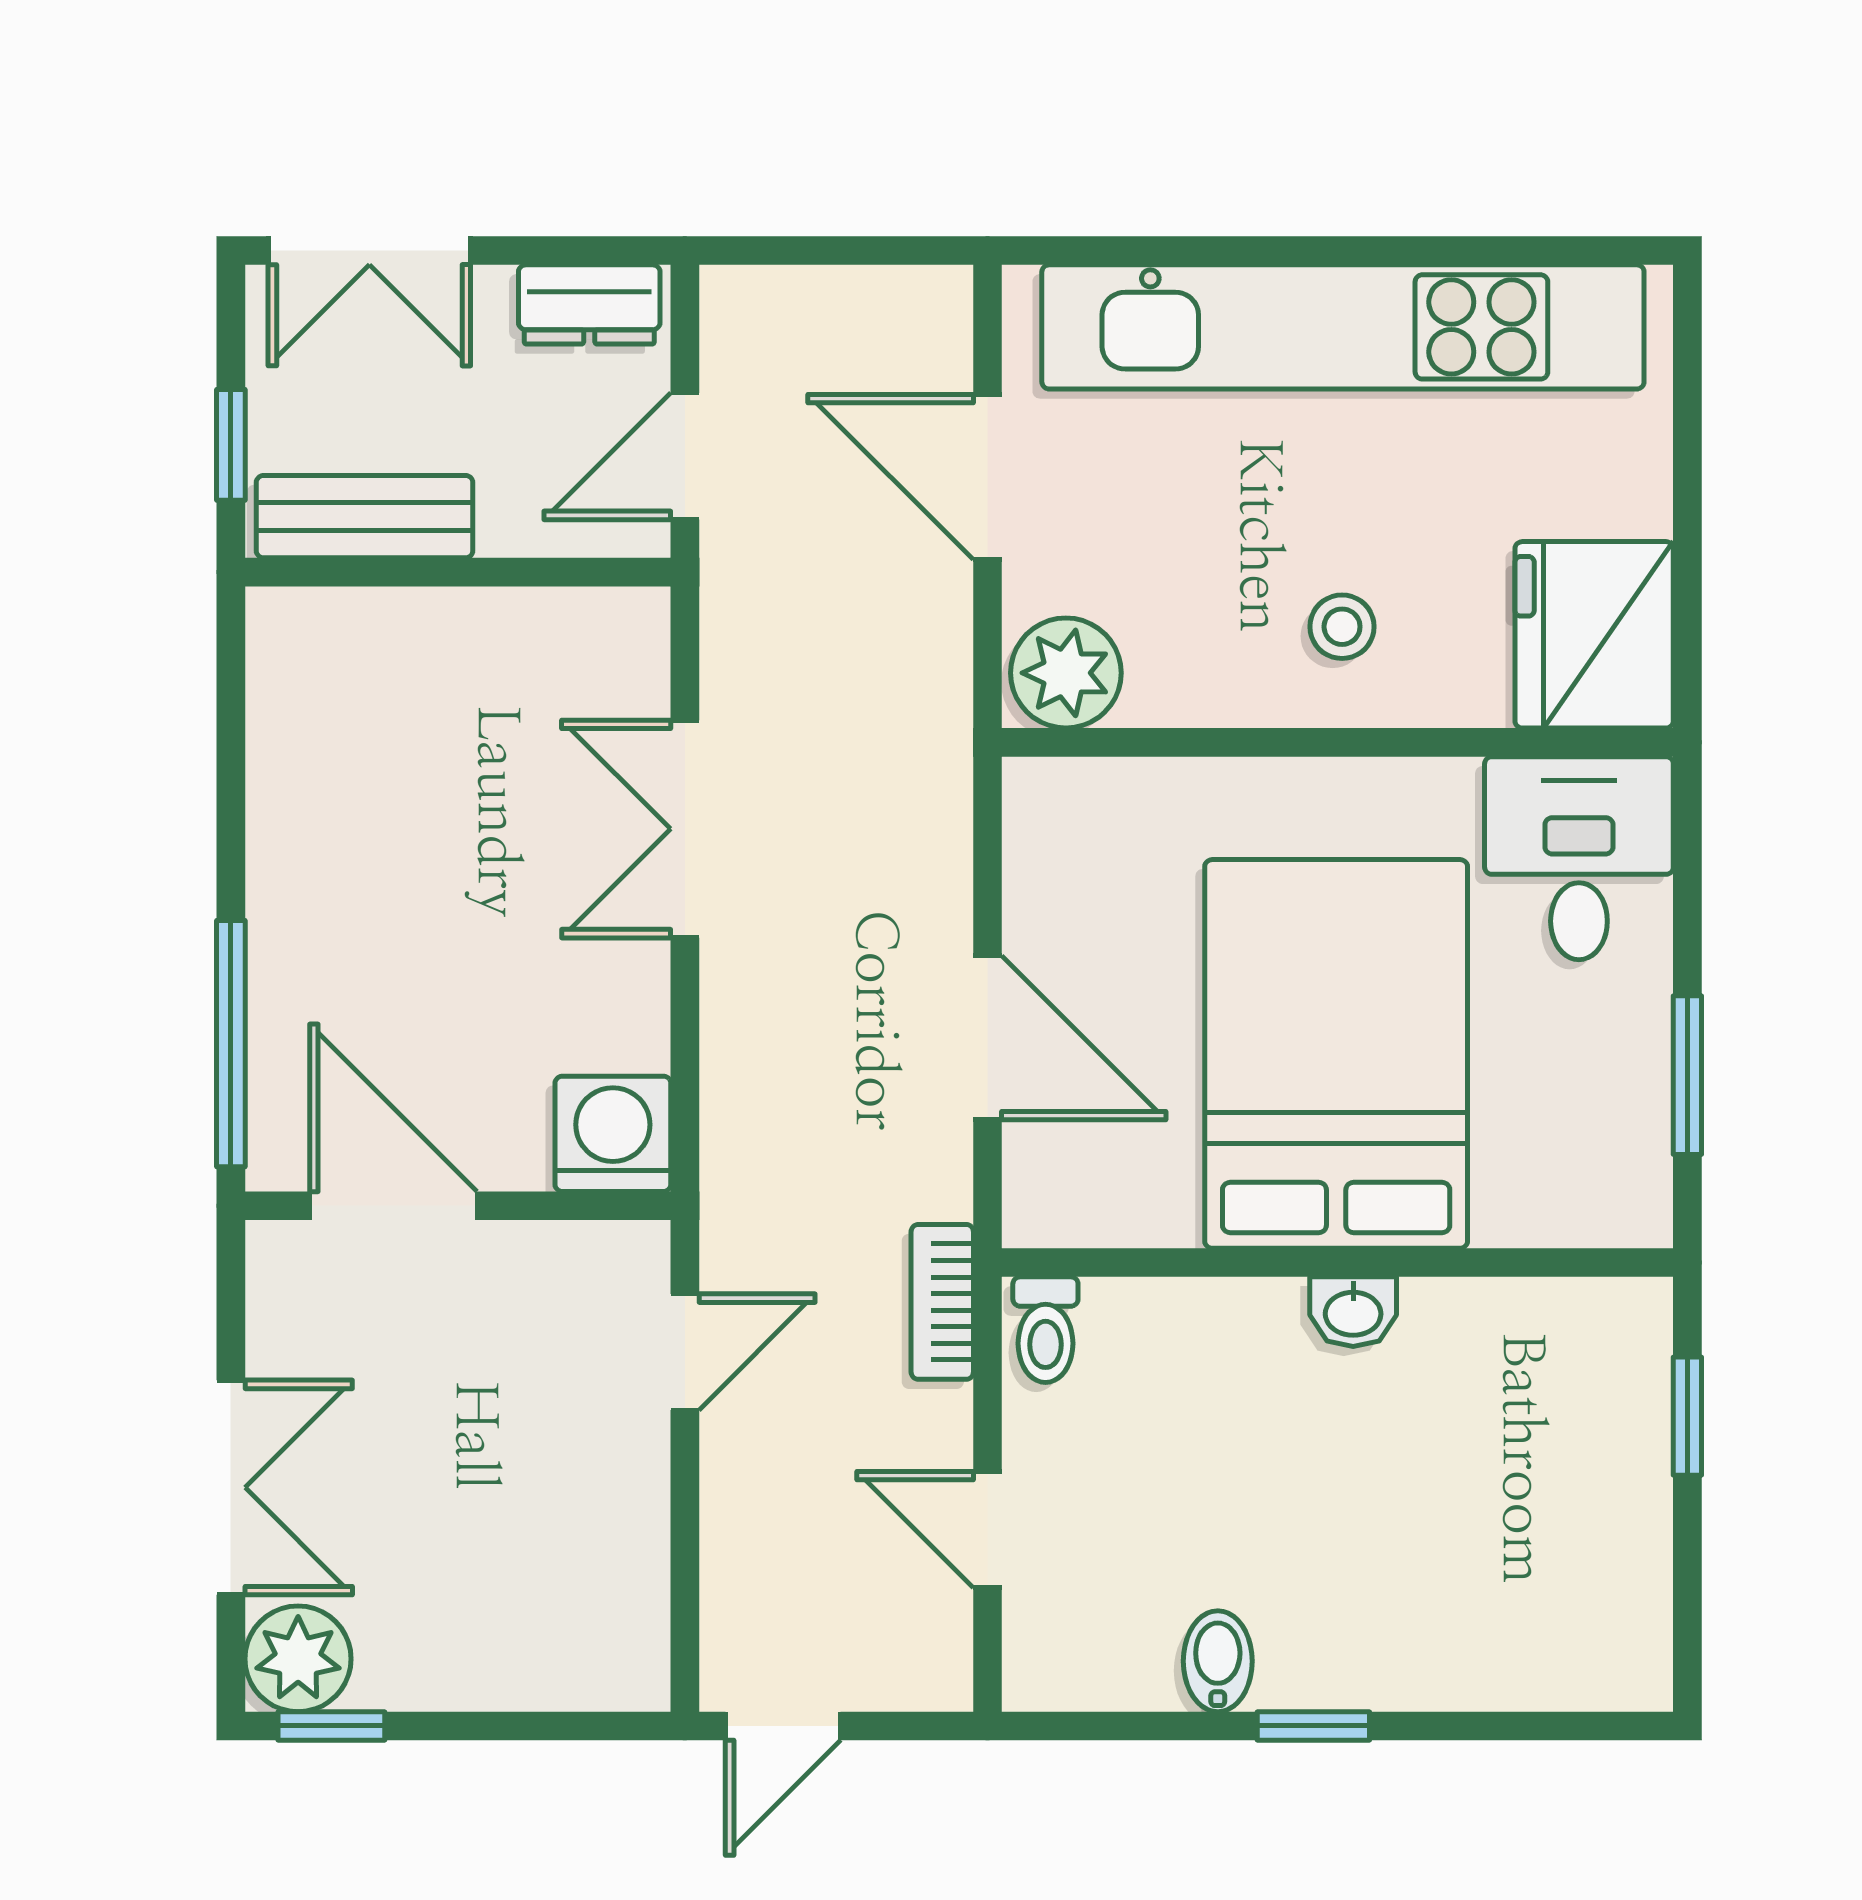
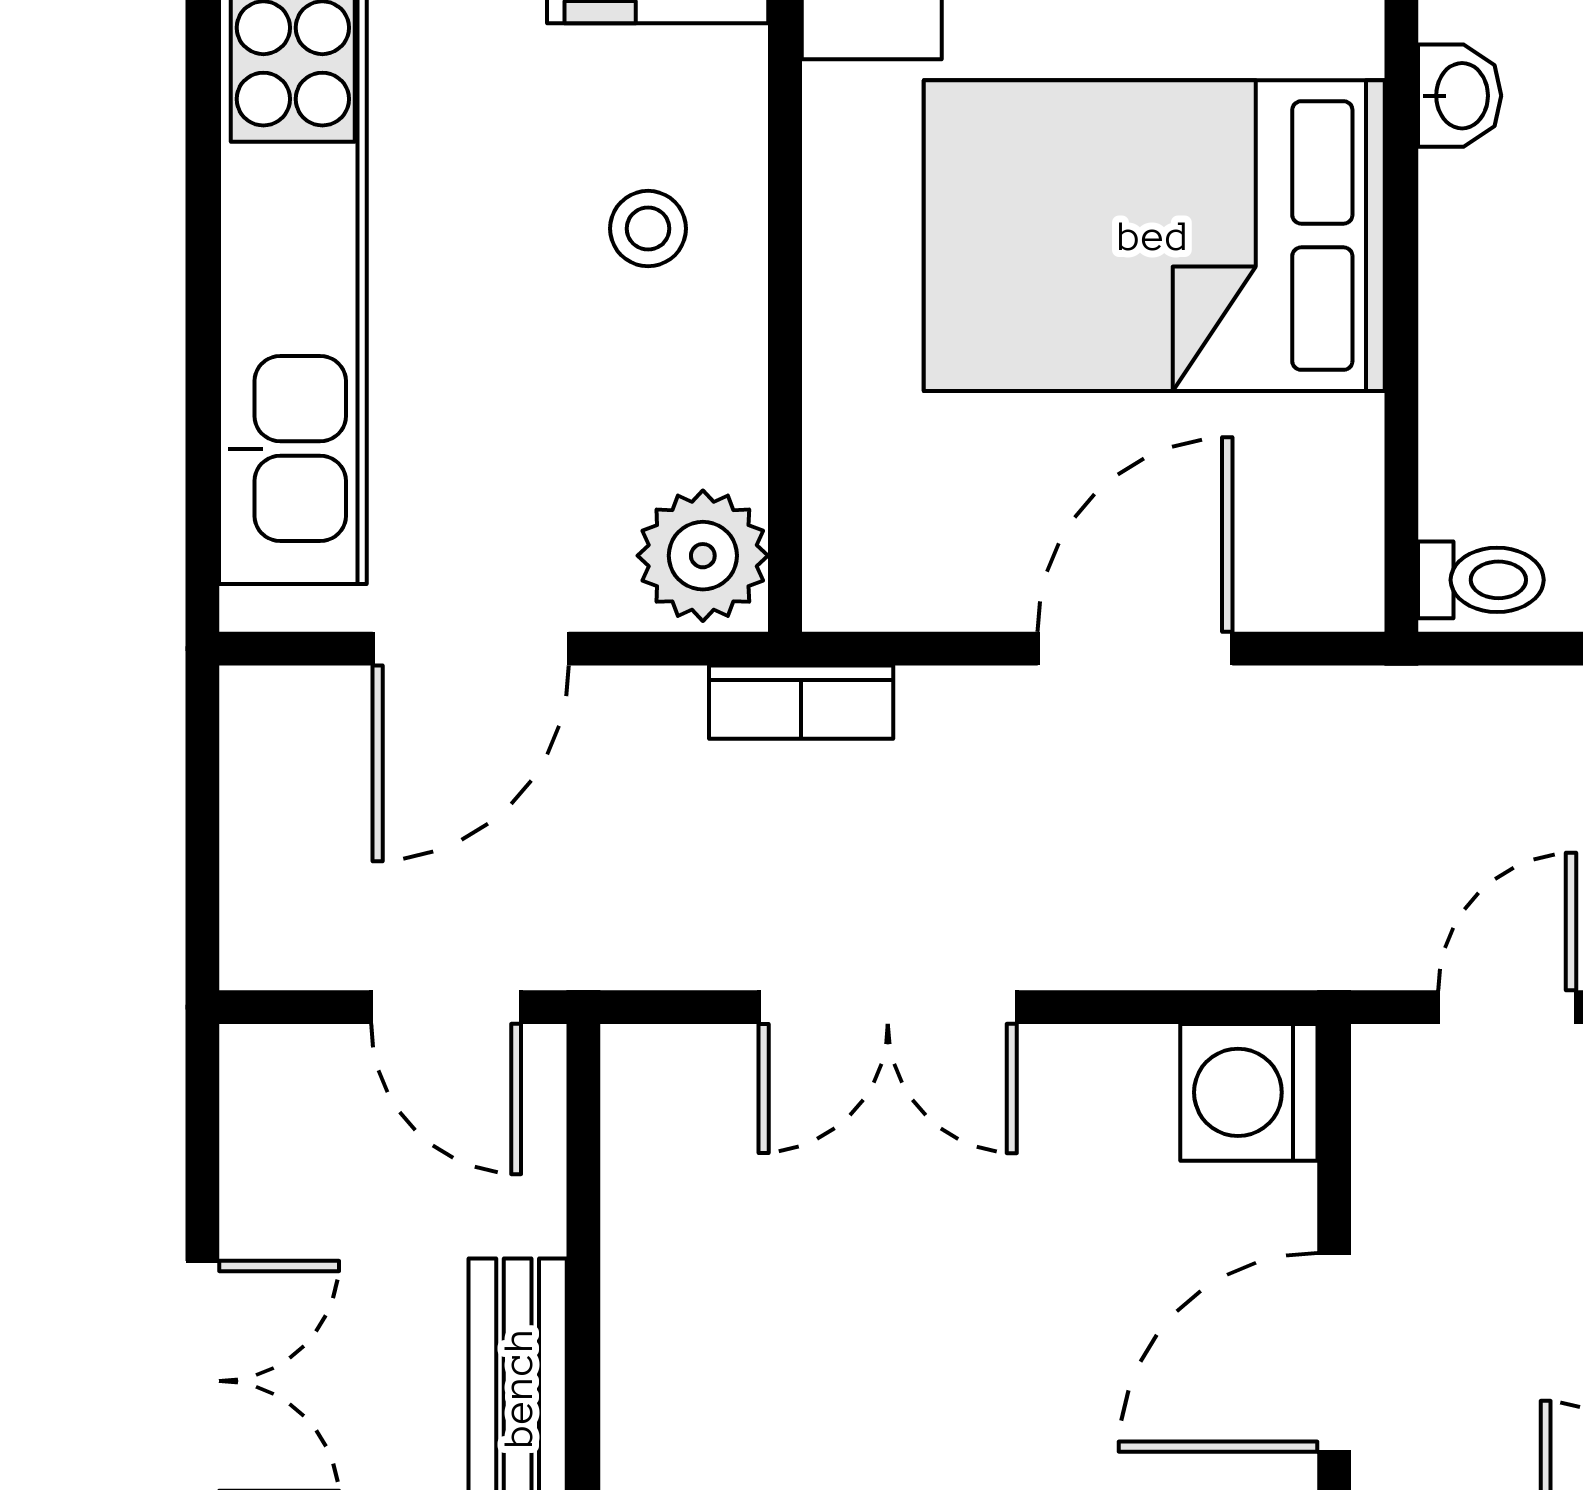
dresser: (589, 304) -> (266, 1120), removed
bookcase: (942, 1302) -> (801, 702), moved
washbasin: (1353, 1312) -> (1460, 96), moved
door: (685, 1352) -> (1507, 1007), hinge flipped

